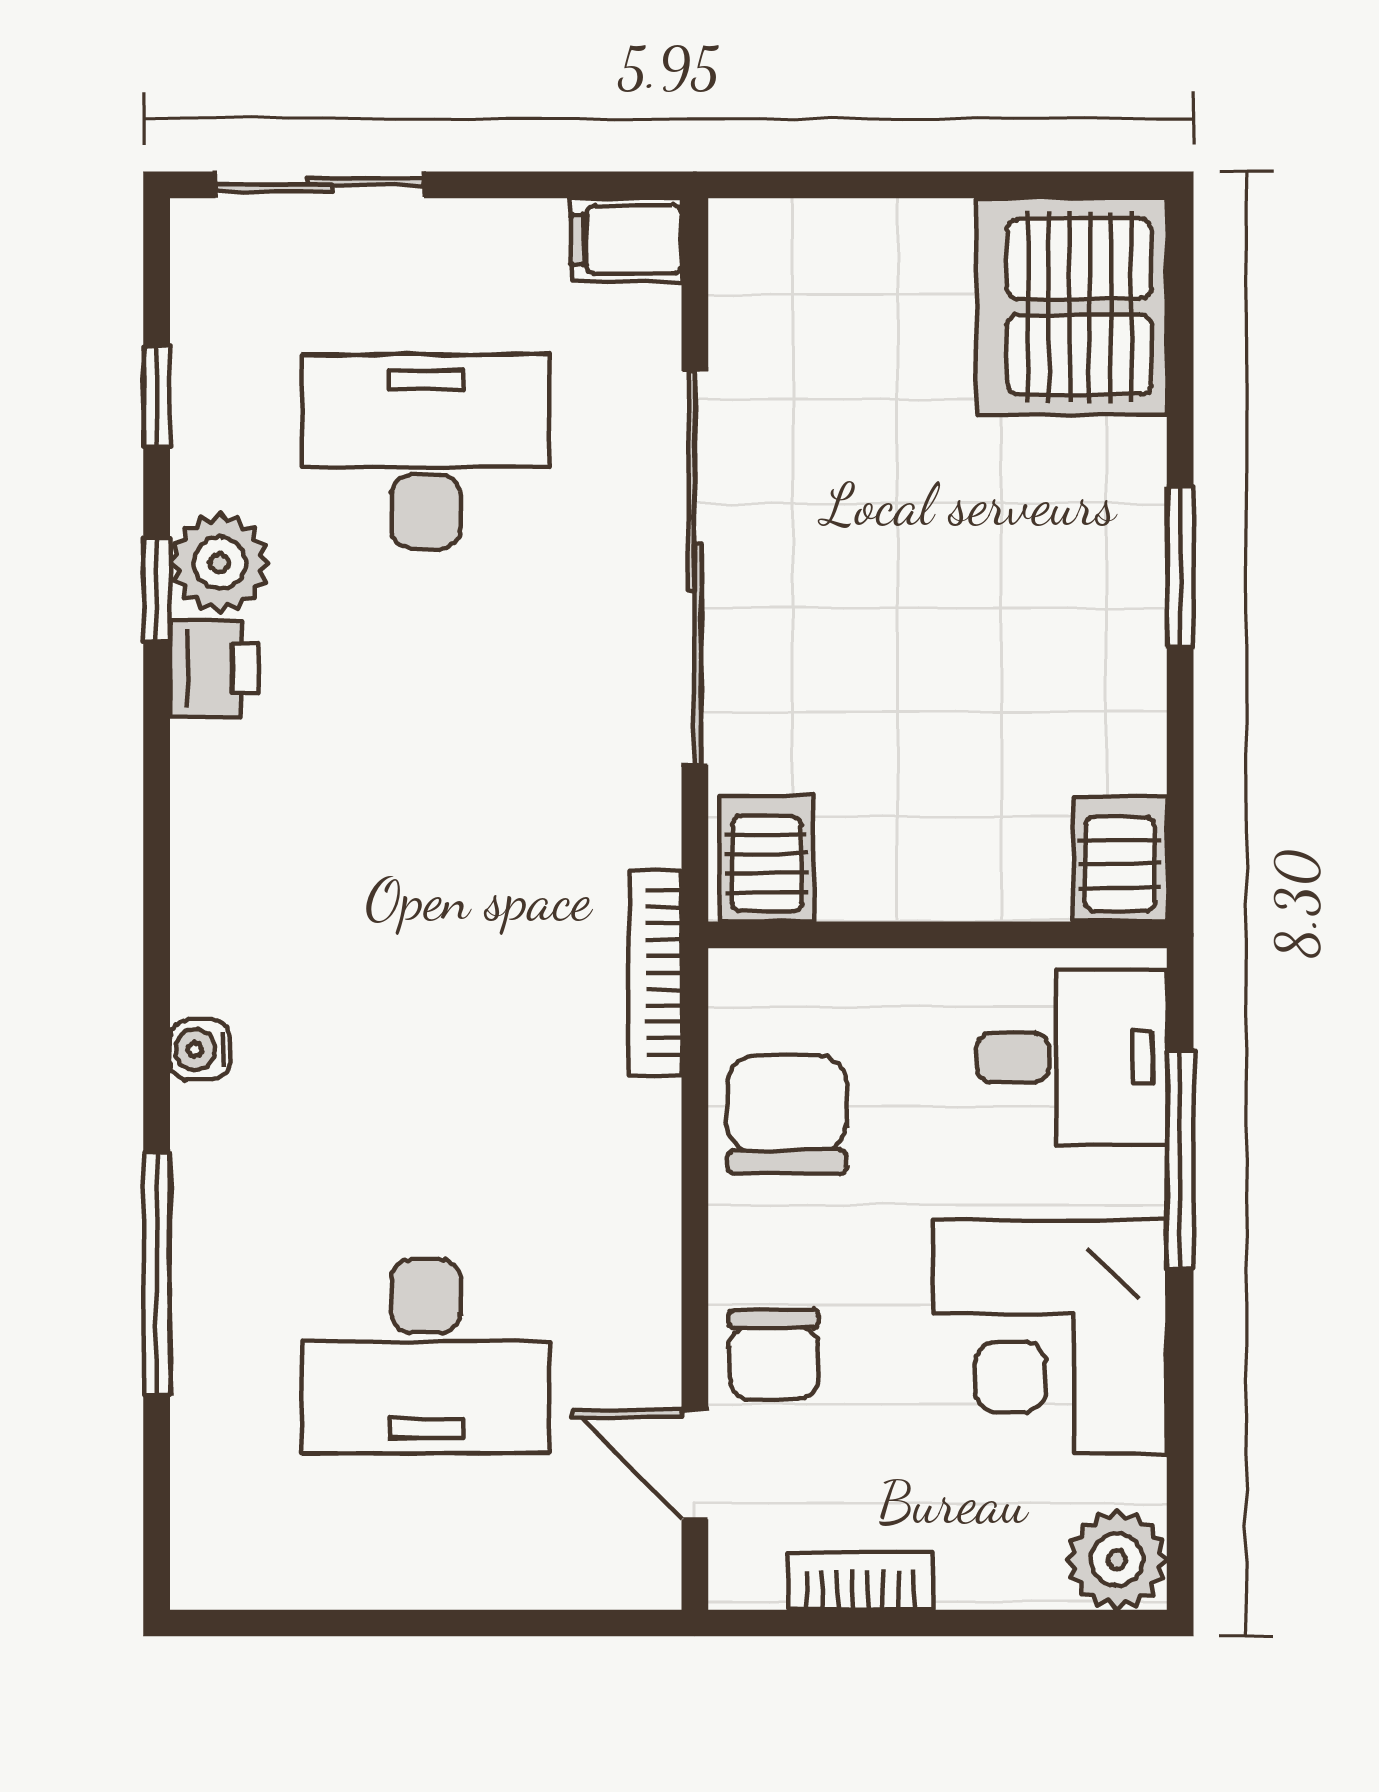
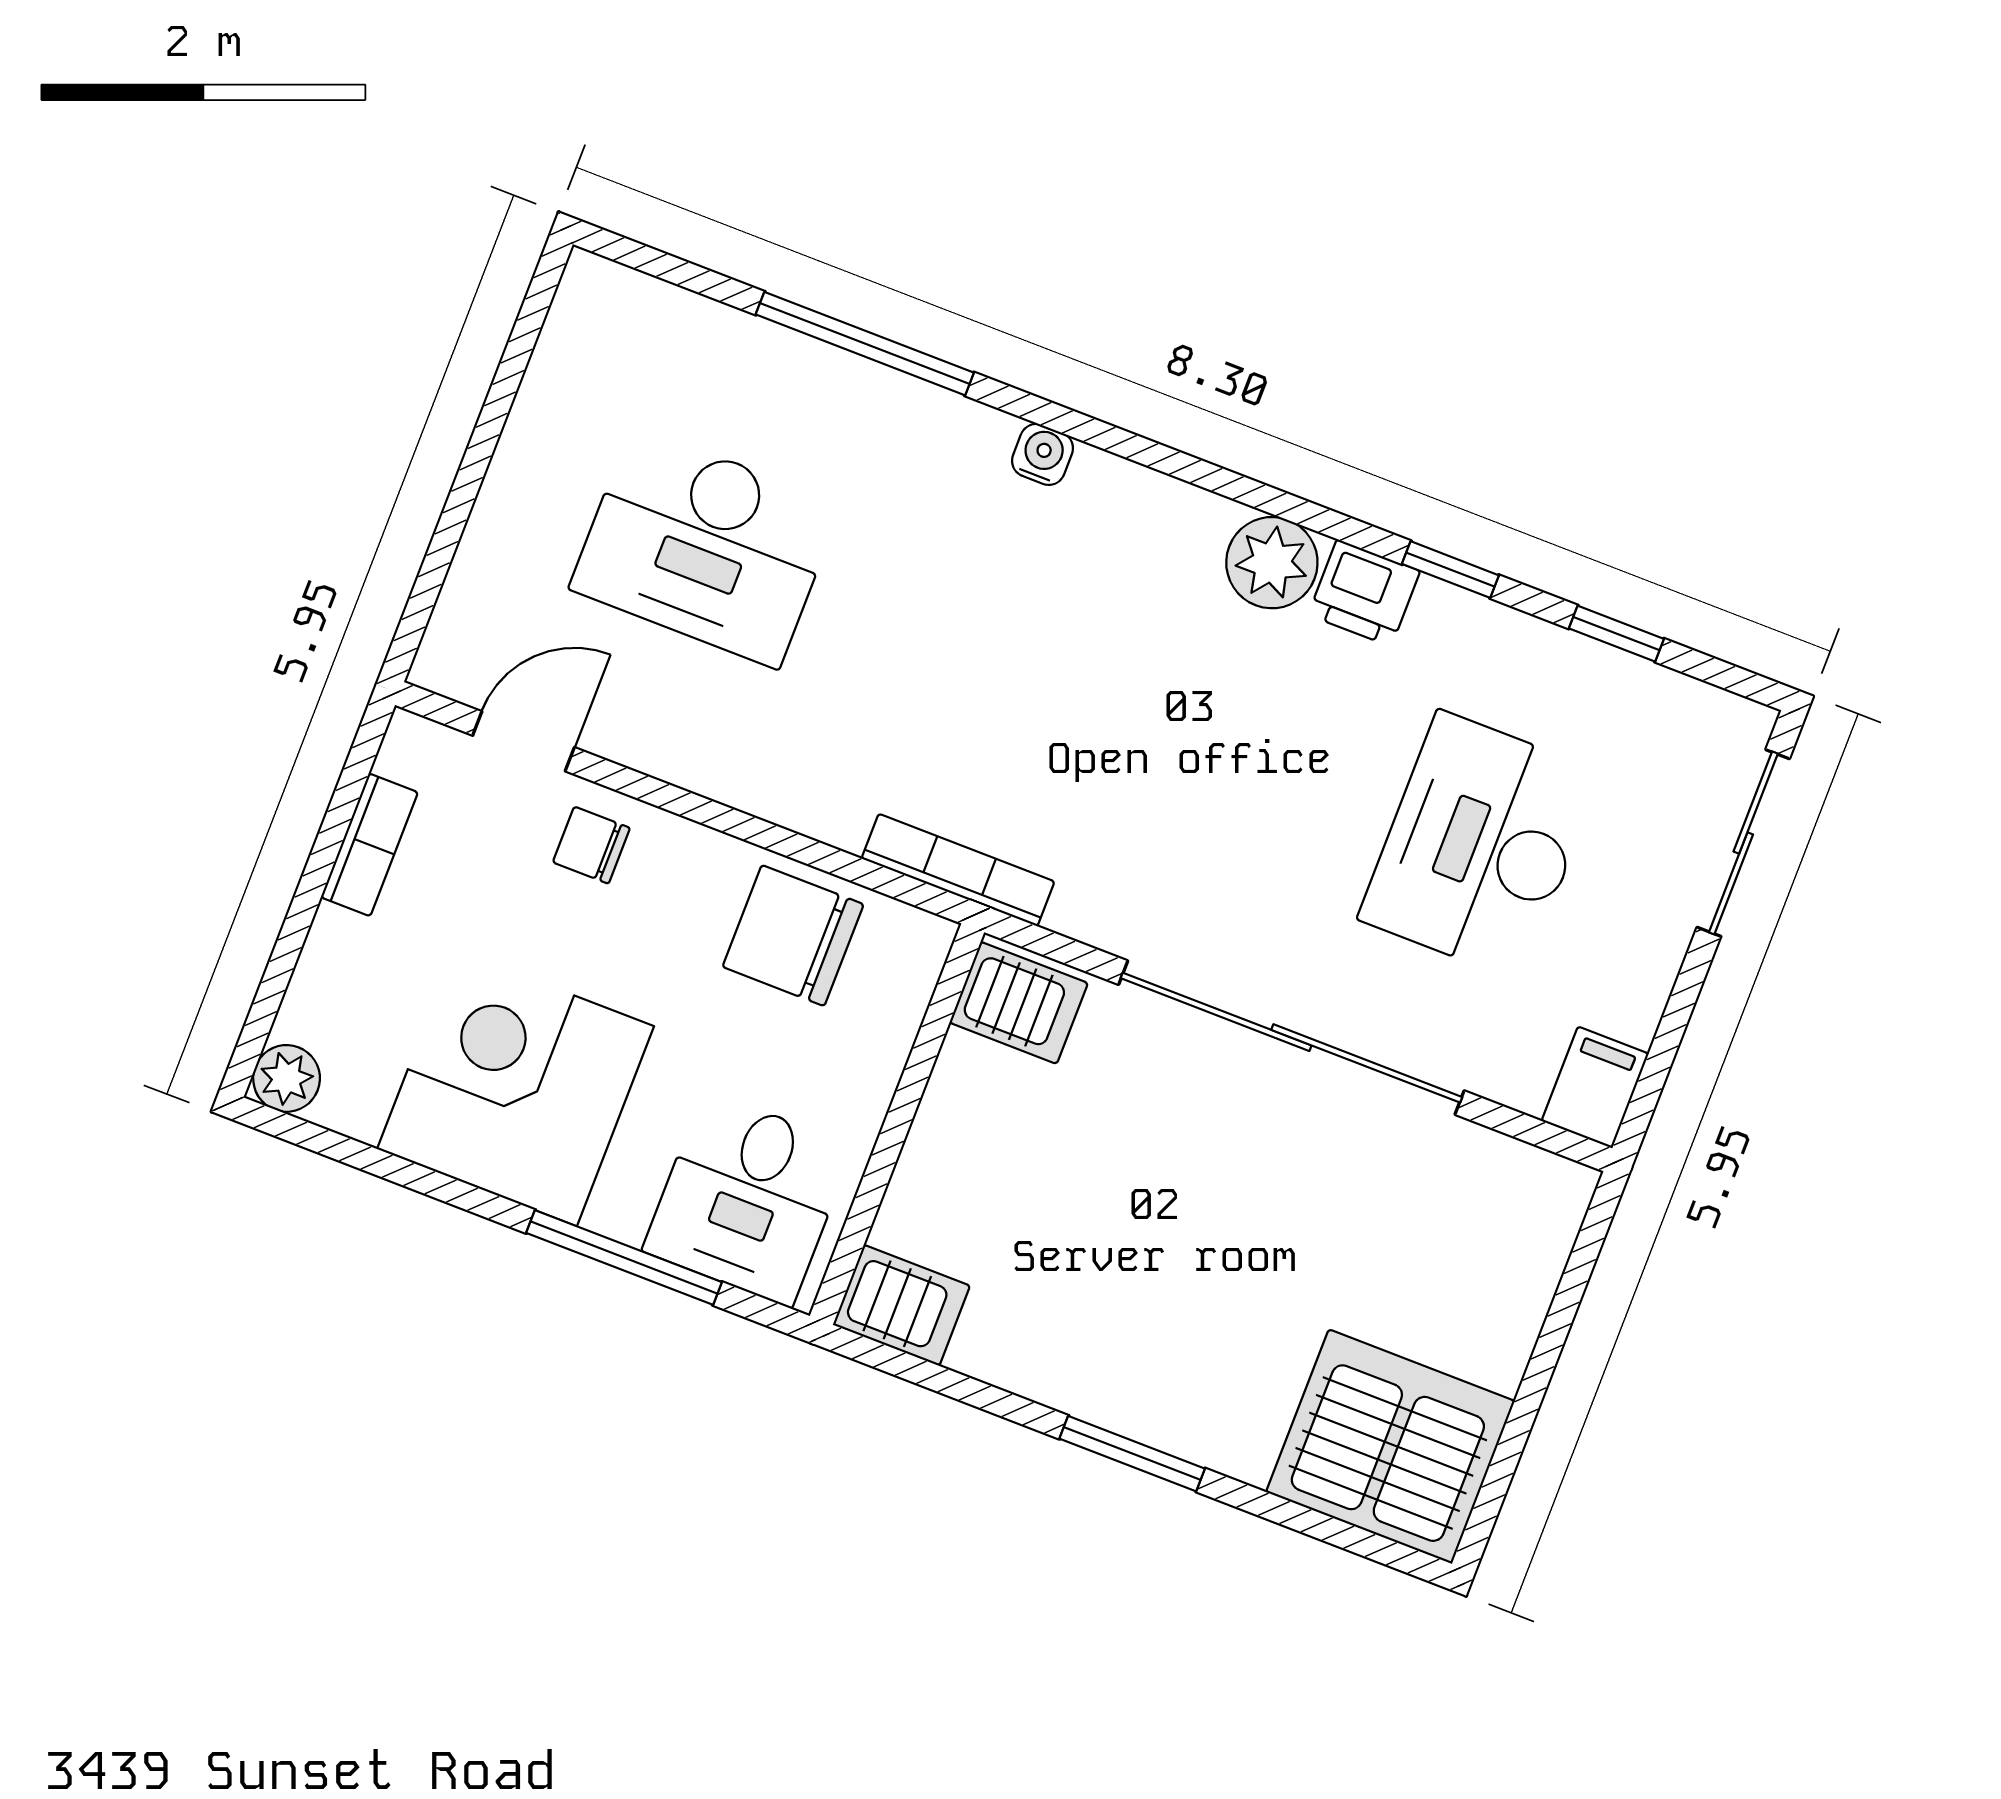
desk: (426, 452) -> (1480, 846), turned 180
plant: (220, 563) -> (1272, 563), moved
chair: (787, 1115) -> (793, 936), turned 180
chair: (774, 1355) -> (591, 845), width x0.73, depth x0.73
desk: (426, 1356) -> (705, 547), turned -90
plant: (1117, 1560) -> (287, 1078), width x0.73, depth x0.73

